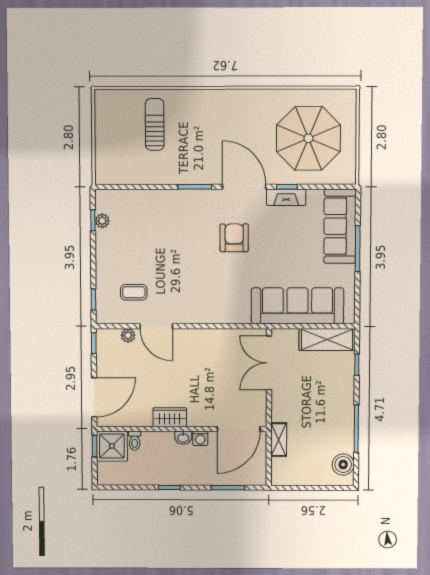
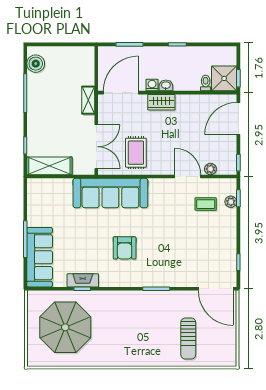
door: (244, 187) -> (216, 289), moved
plant: (102, 221) -> (231, 202), moved
sofa: (297, 306) -> (110, 193), moved
rug: (220, 356) -> (136, 153), added
wardrobe: (170, 417) -> (161, 102), moved
shelving: (279, 440) -> (88, 100), moved

